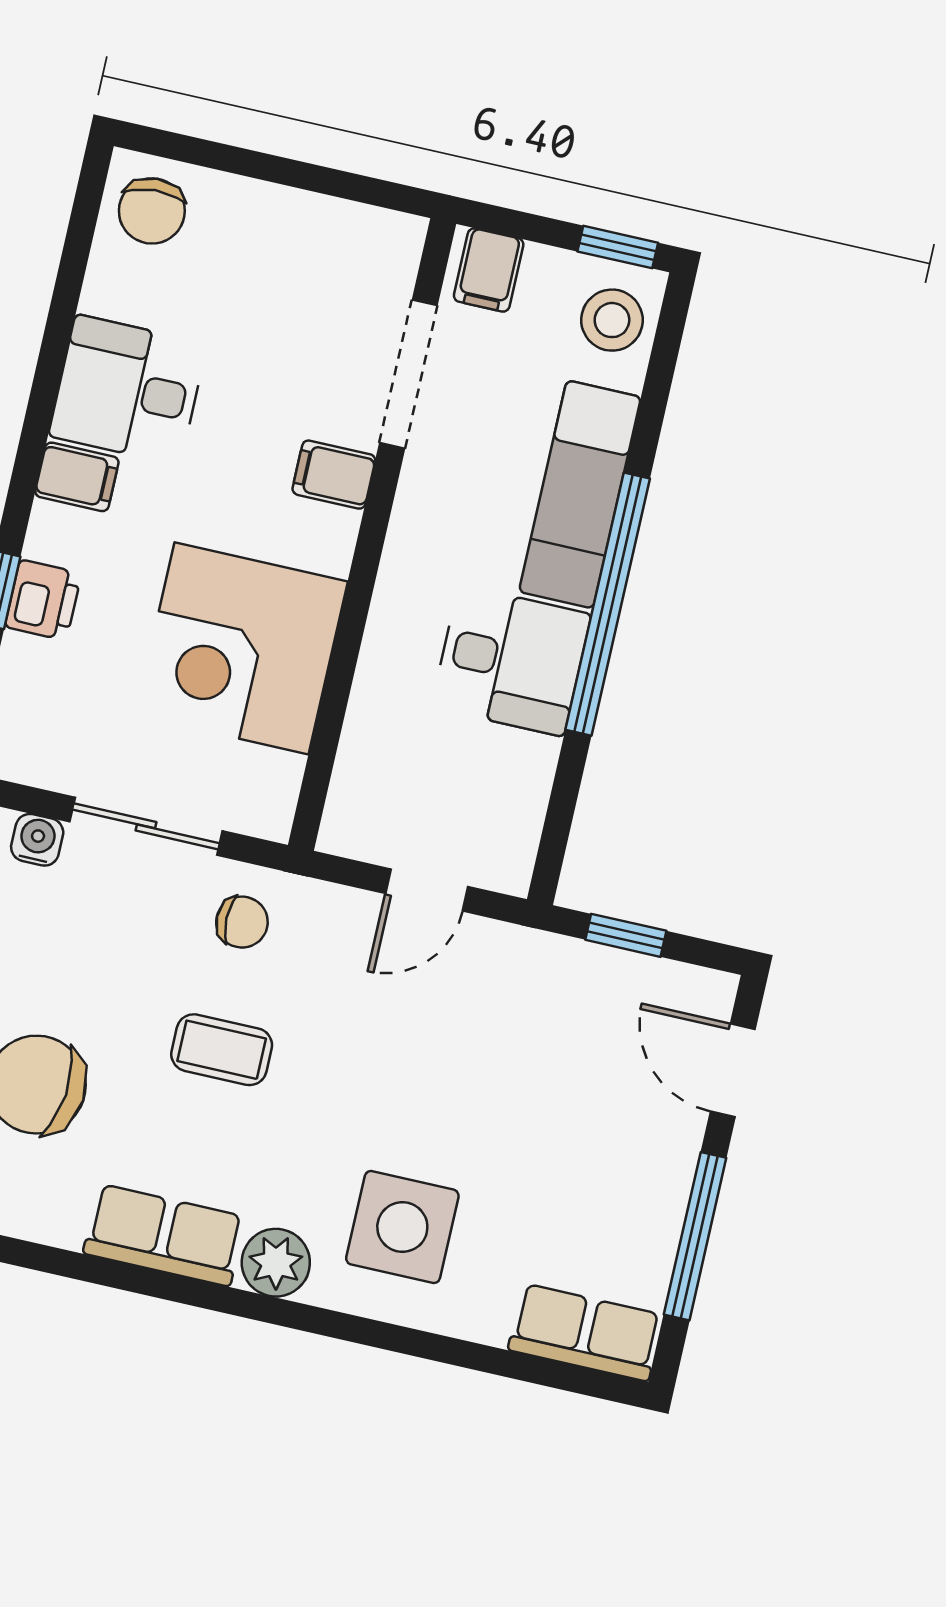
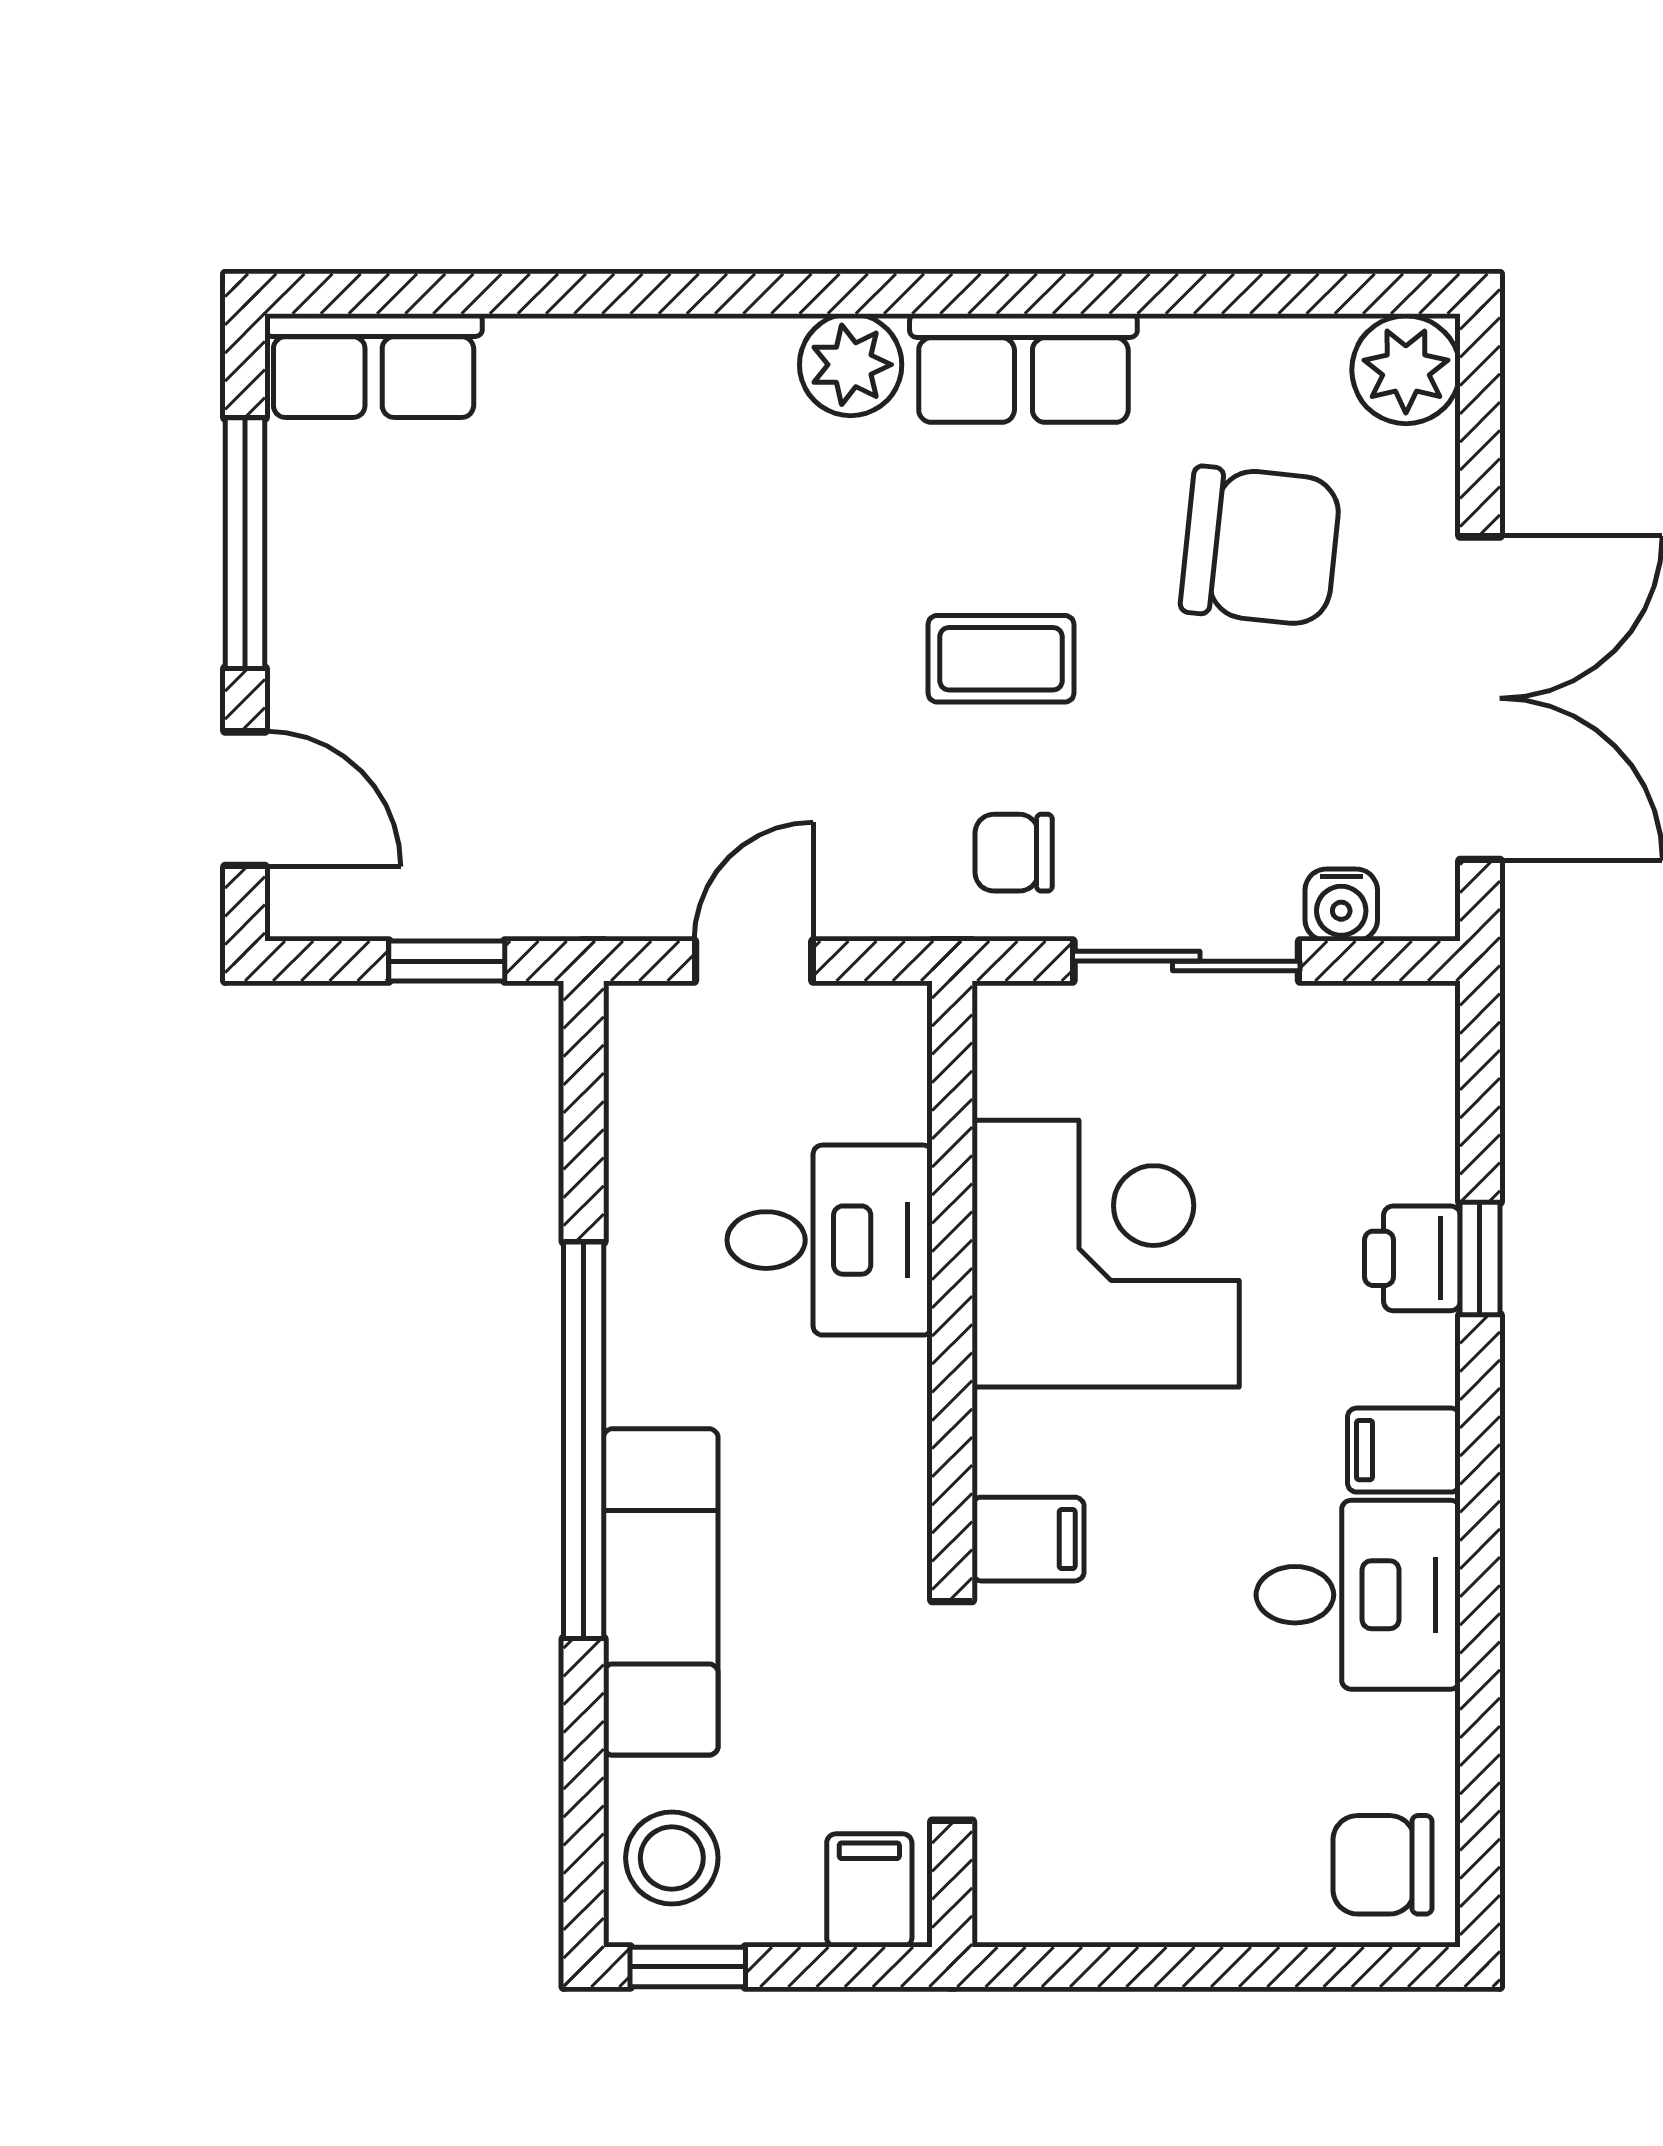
chair: (152, 211) -> (1383, 1865), turned -87
desk: (511, 661) -> (830, 1240), moved, turned 180
side table: (402, 1227) -> (677, 459), removed

